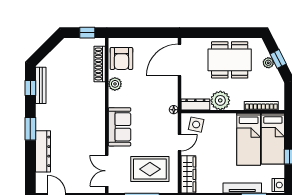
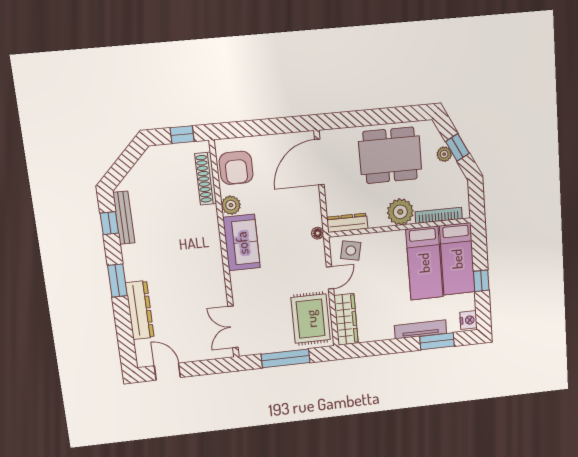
plant: (220, 100) -> (400, 212), moved
sofa: (119, 127) -> (242, 243), moved
rug: (150, 169) -> (311, 319), moved, turned 90

